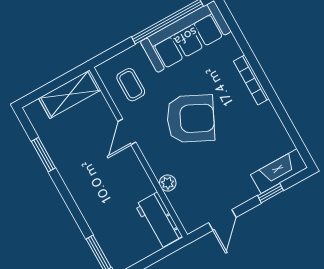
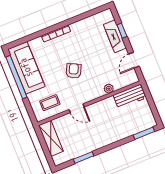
armchair: (191, 119) -> (74, 71), width x0.53, depth x0.53
fireplace: (279, 171) -> (115, 36), moved
door: (222, 220) -> (134, 60), swing flipped

